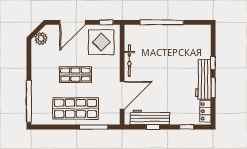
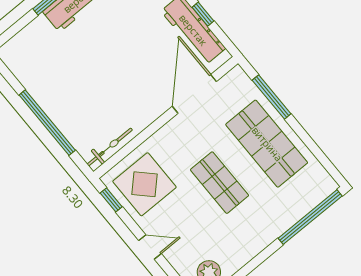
door: (73, 22) -> (150, 247), width x0.53
bicycle: (129, 61) -> (110, 147), moved
door: (122, 95) -> (194, 94), hinge flipped

